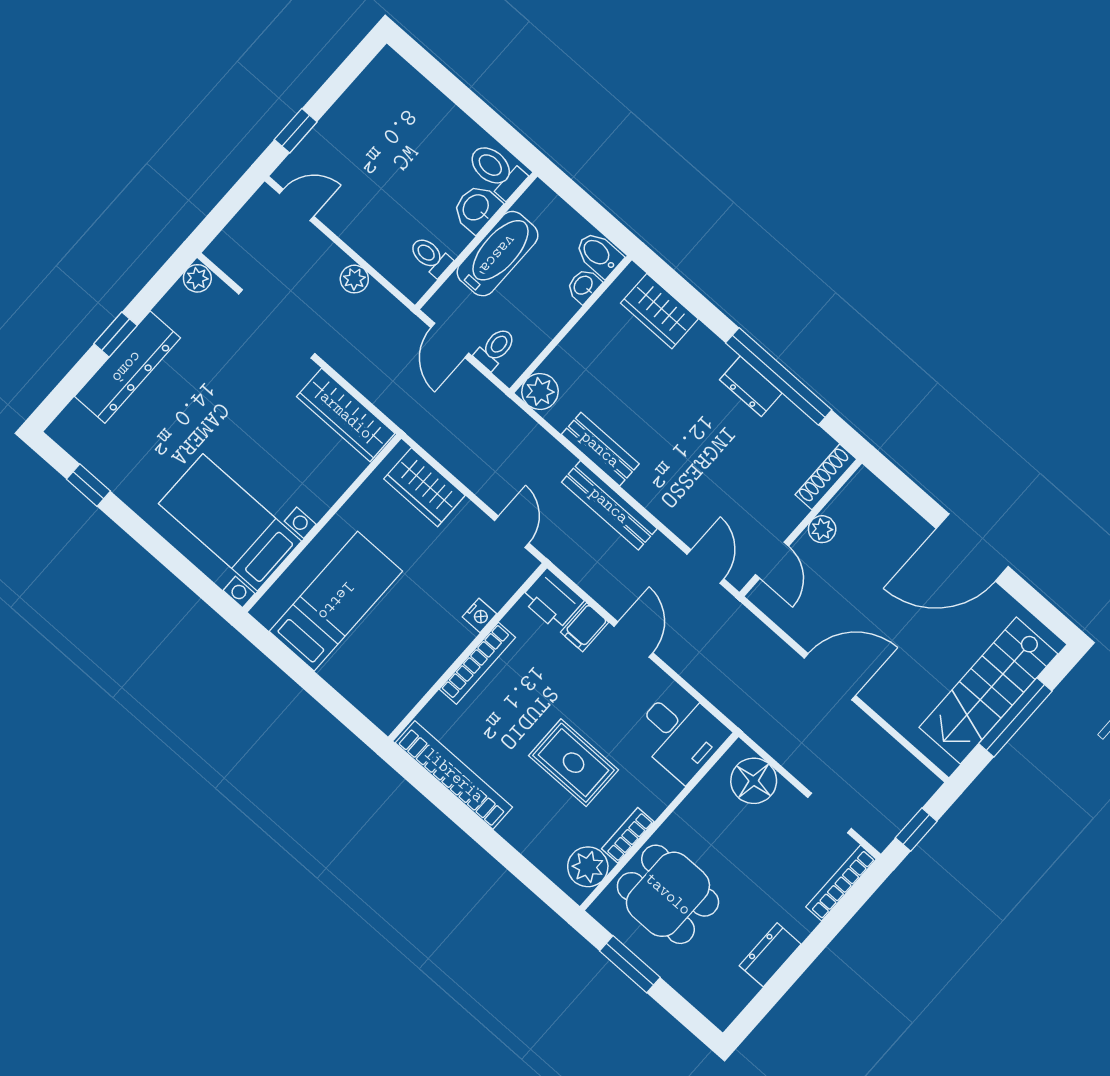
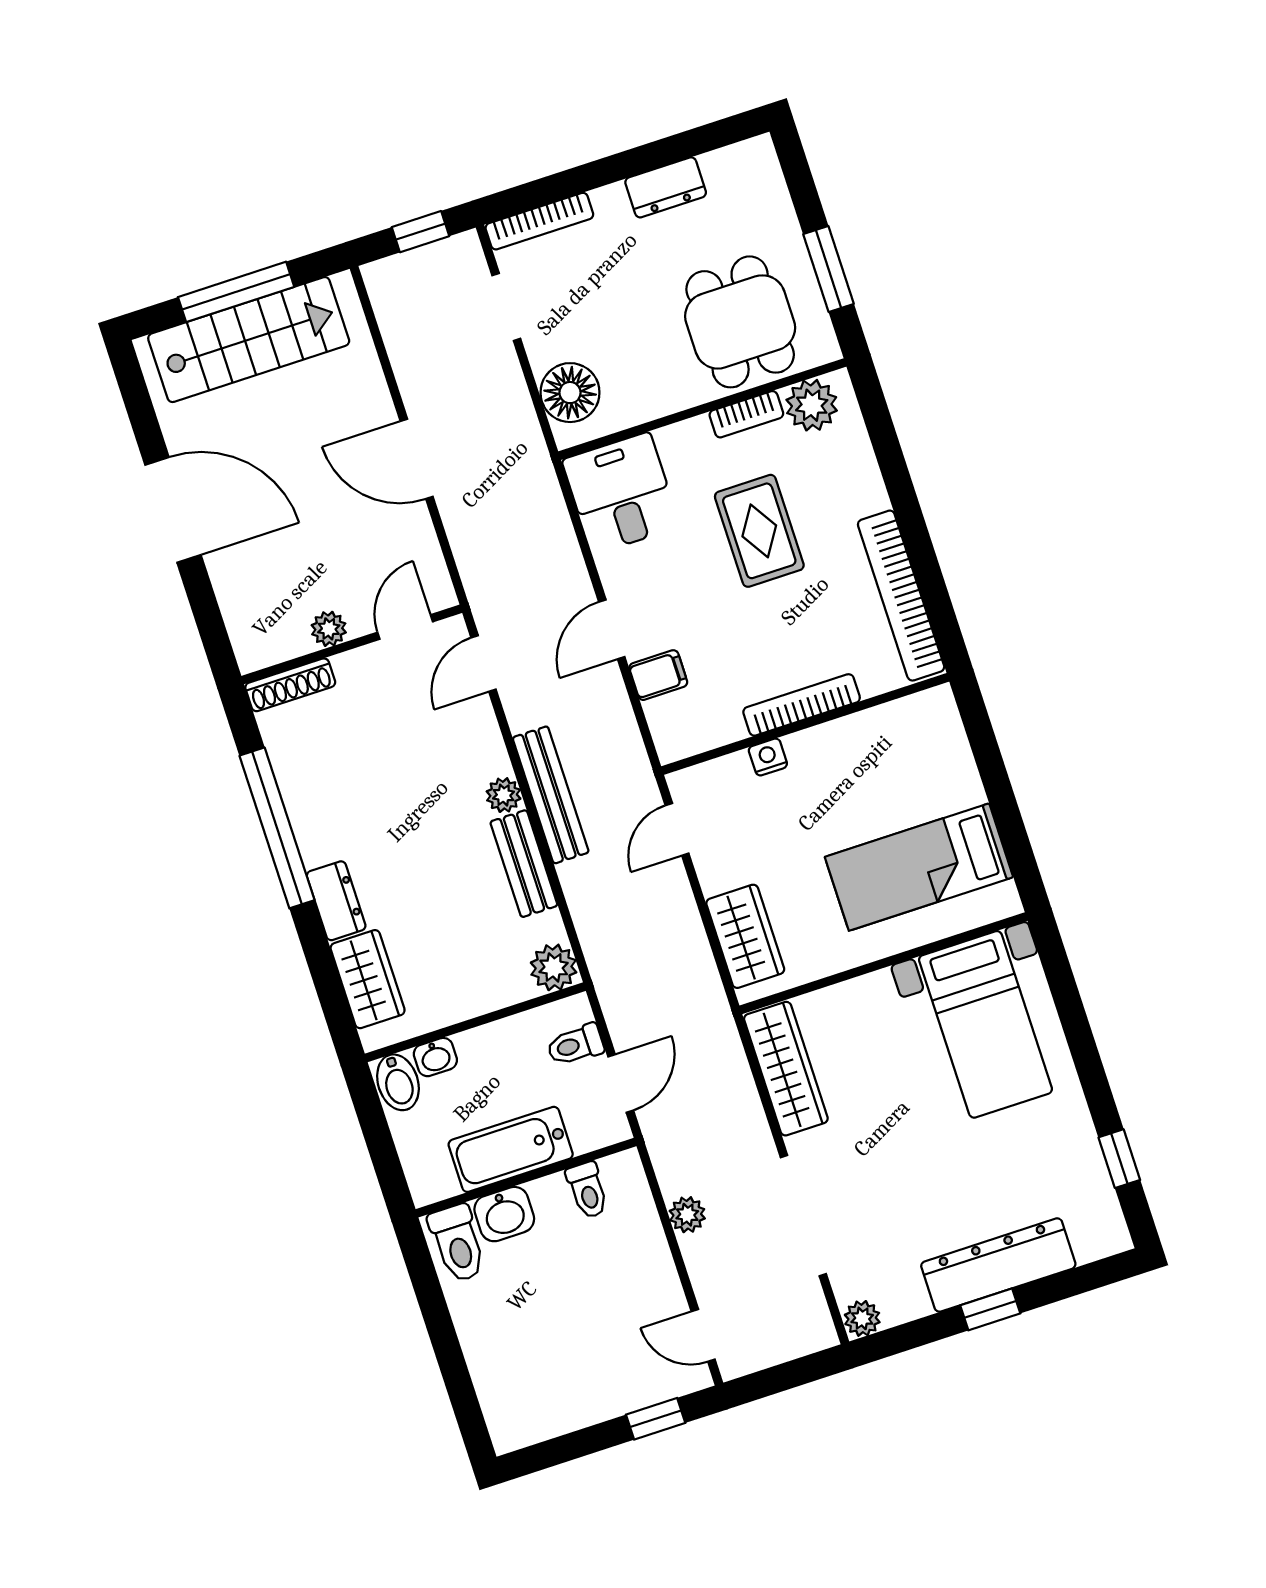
dresser: (751, 386) -> (336, 901), moved
plant: (641, 487) -> (504, 795), added
printer: (552, 600) -> (677, 727), removed

